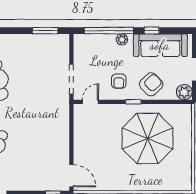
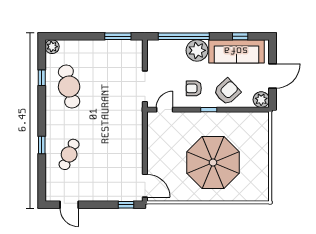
window: (152, 31) -> (240, 36), moved
plant: (122, 39) -> (197, 50), width x1.87, depth x1.87
armchair: (119, 81) -> (194, 88), turned 90
parasol: (148, 138) -> (213, 163), moved

